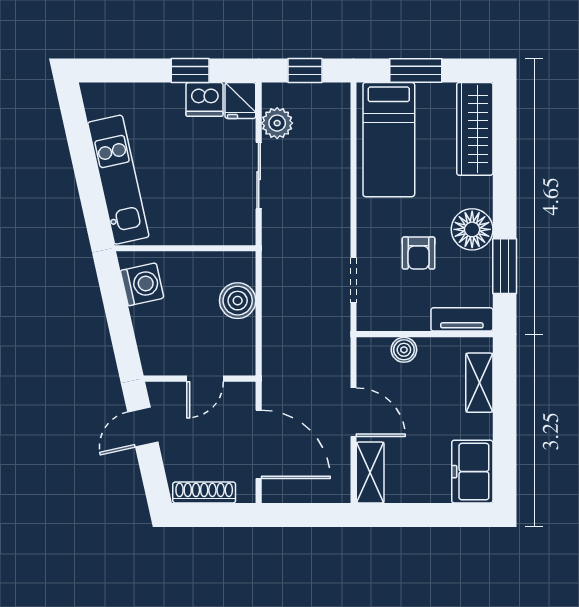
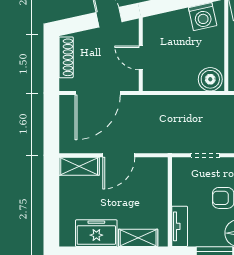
boiler: (238, 301) -> (210, 79), moved
boiler: (404, 350) -> (160, 188), removed
freezer: (472, 472) -> (96, 233), moved

